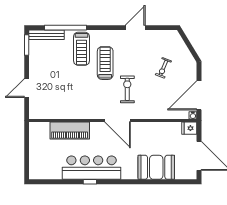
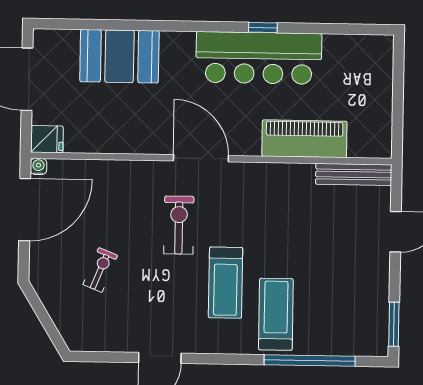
bench: (46, 35) -> (354, 174), moved
exercise bike: (127, 89) -> (179, 225), turned 180

